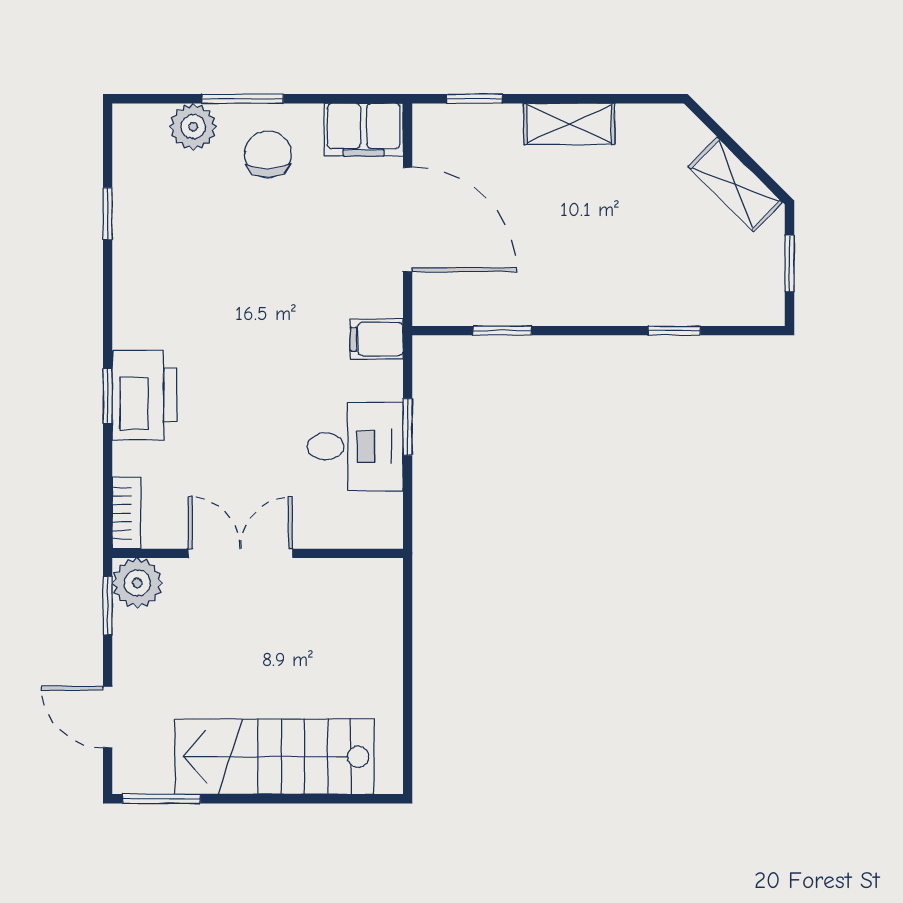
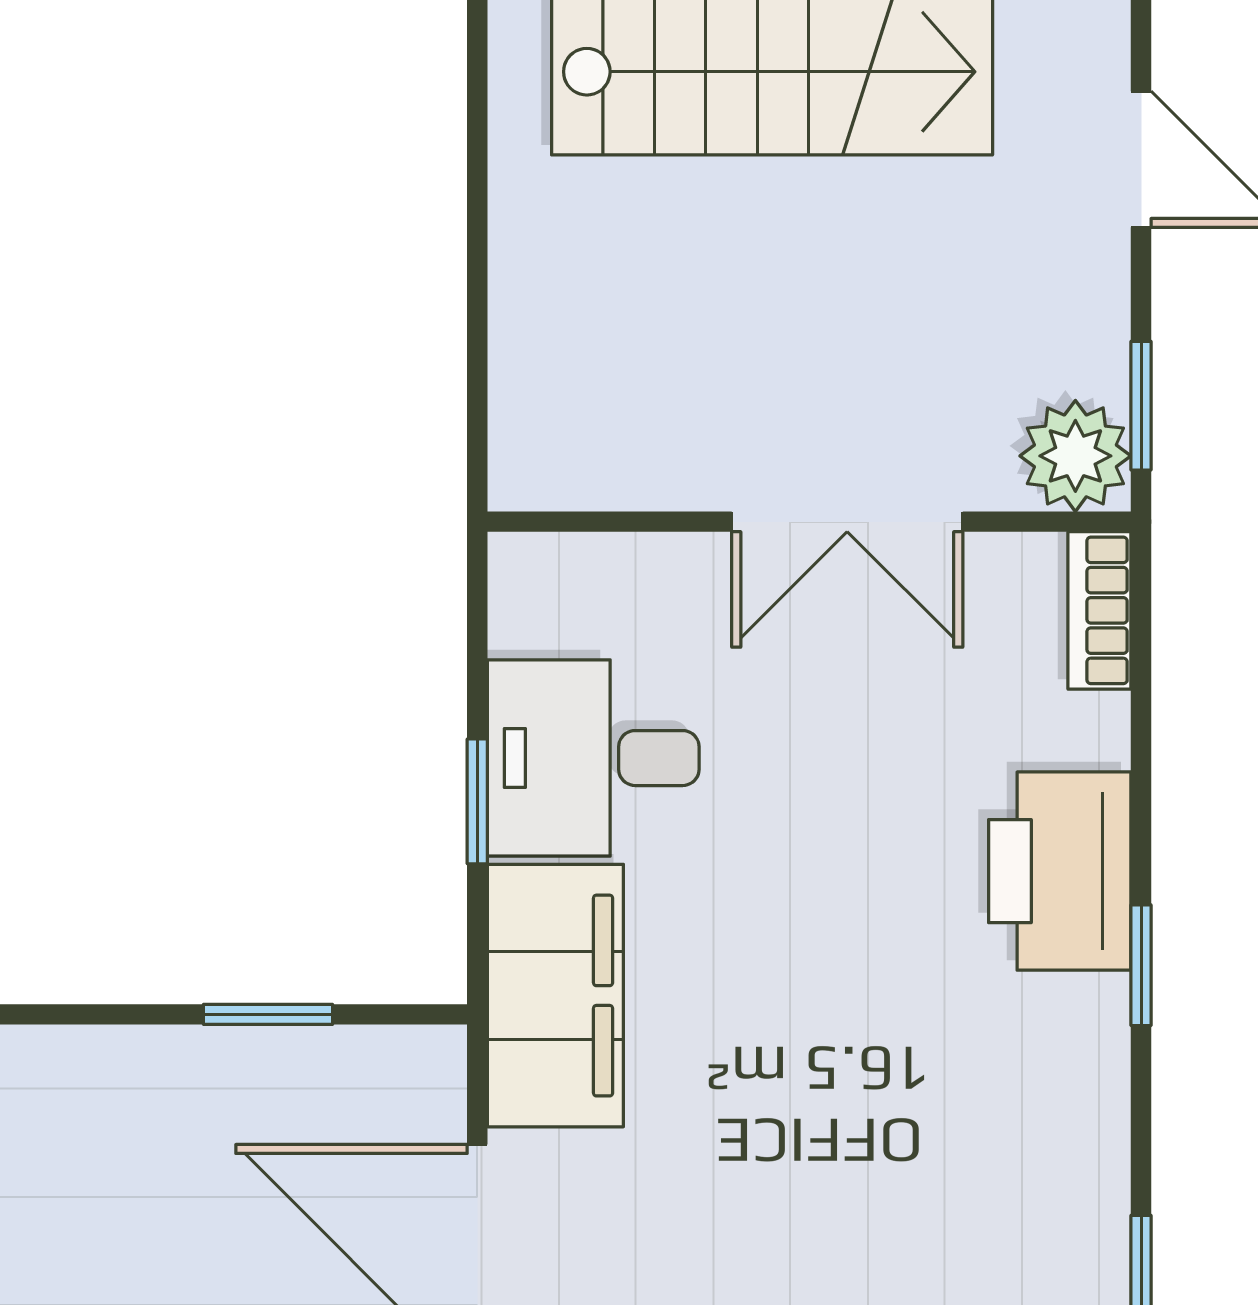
filing cabinet: (377, 339) -> (555, 996), width x3.00, depth x1.17
window: (108, 396) -> (1141, 965), moved

